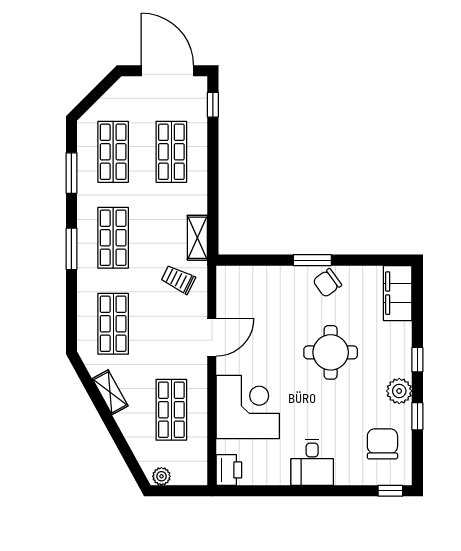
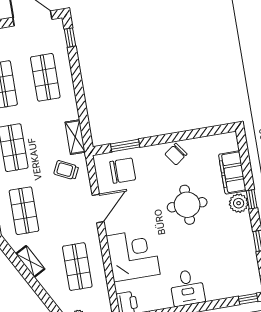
window: (312, 260) -> (125, 146), moved
filing cabinet: (398, 293) -> (232, 173), moved
plant: (399, 391) -> (239, 203), moved
chair: (382, 444) -> (123, 171), moved, turned 90

